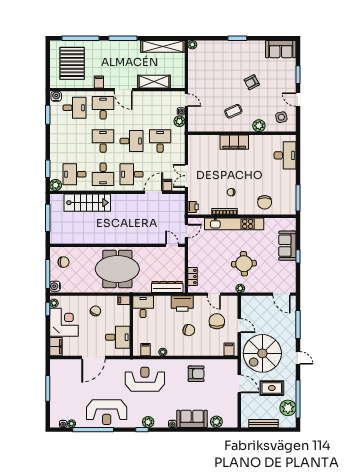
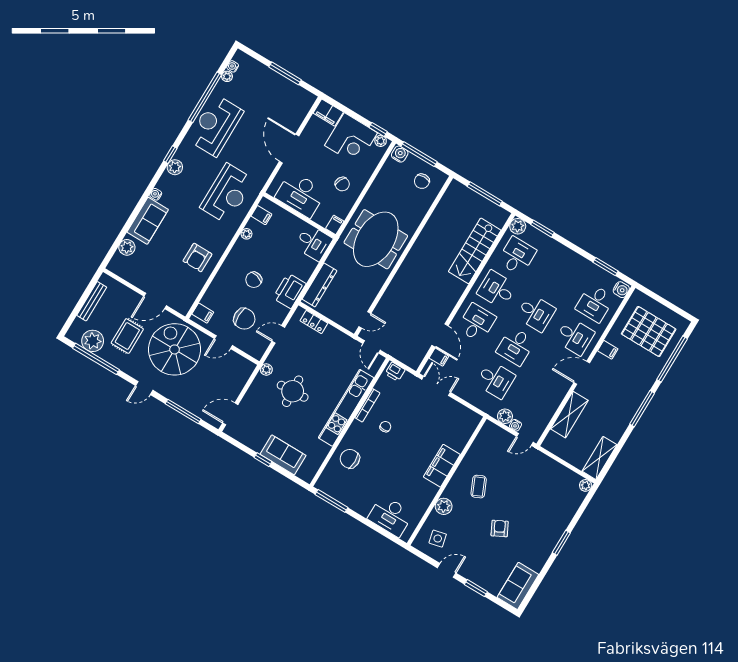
shelving: (163, 46) -> (600, 458), width x0.68
desk: (118, 337) -> (301, 194), width x1.37

